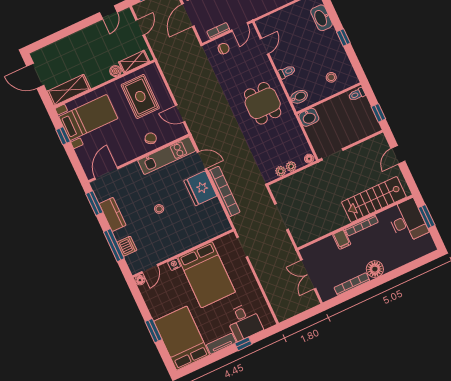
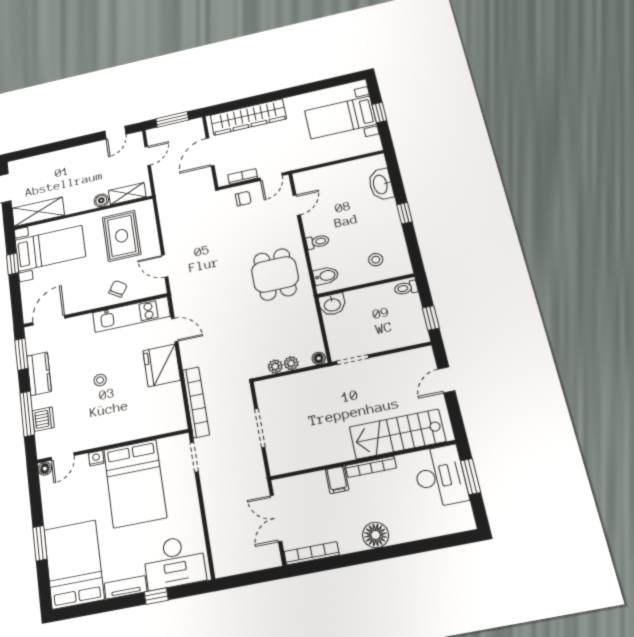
bookcase: (224, 191) -> (196, 402), moved
bookcase: (352, 284) -> (312, 553), moved
desk: (244, 322) -> (174, 562), width x1.37

